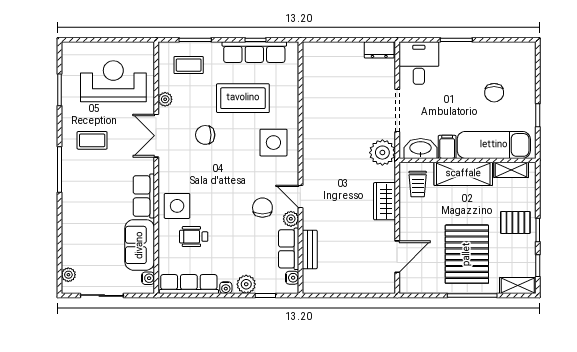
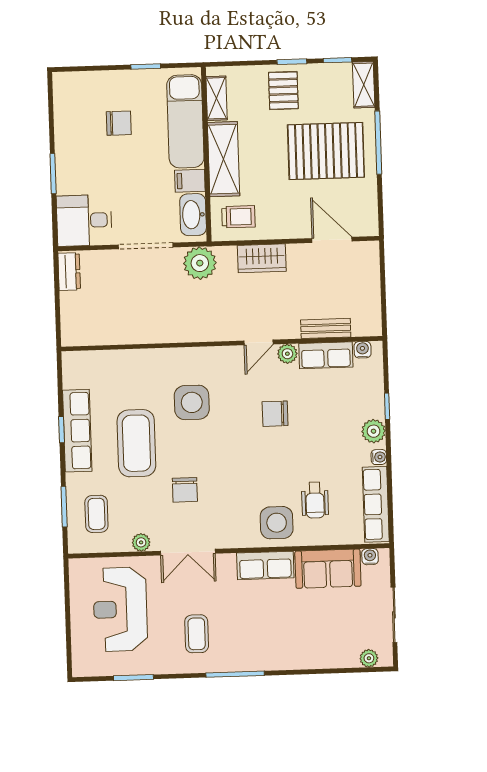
wall: (300, 168) -> (222, 344), moved
door: (300, 196) -> (259, 342), moved
plant: (291, 219) -> (287, 354), moved
row of seats: (289, 249) -> (326, 355), moved
bench: (310, 249) -> (326, 328), moved
water cooler: (292, 278) -> (363, 350), moved

